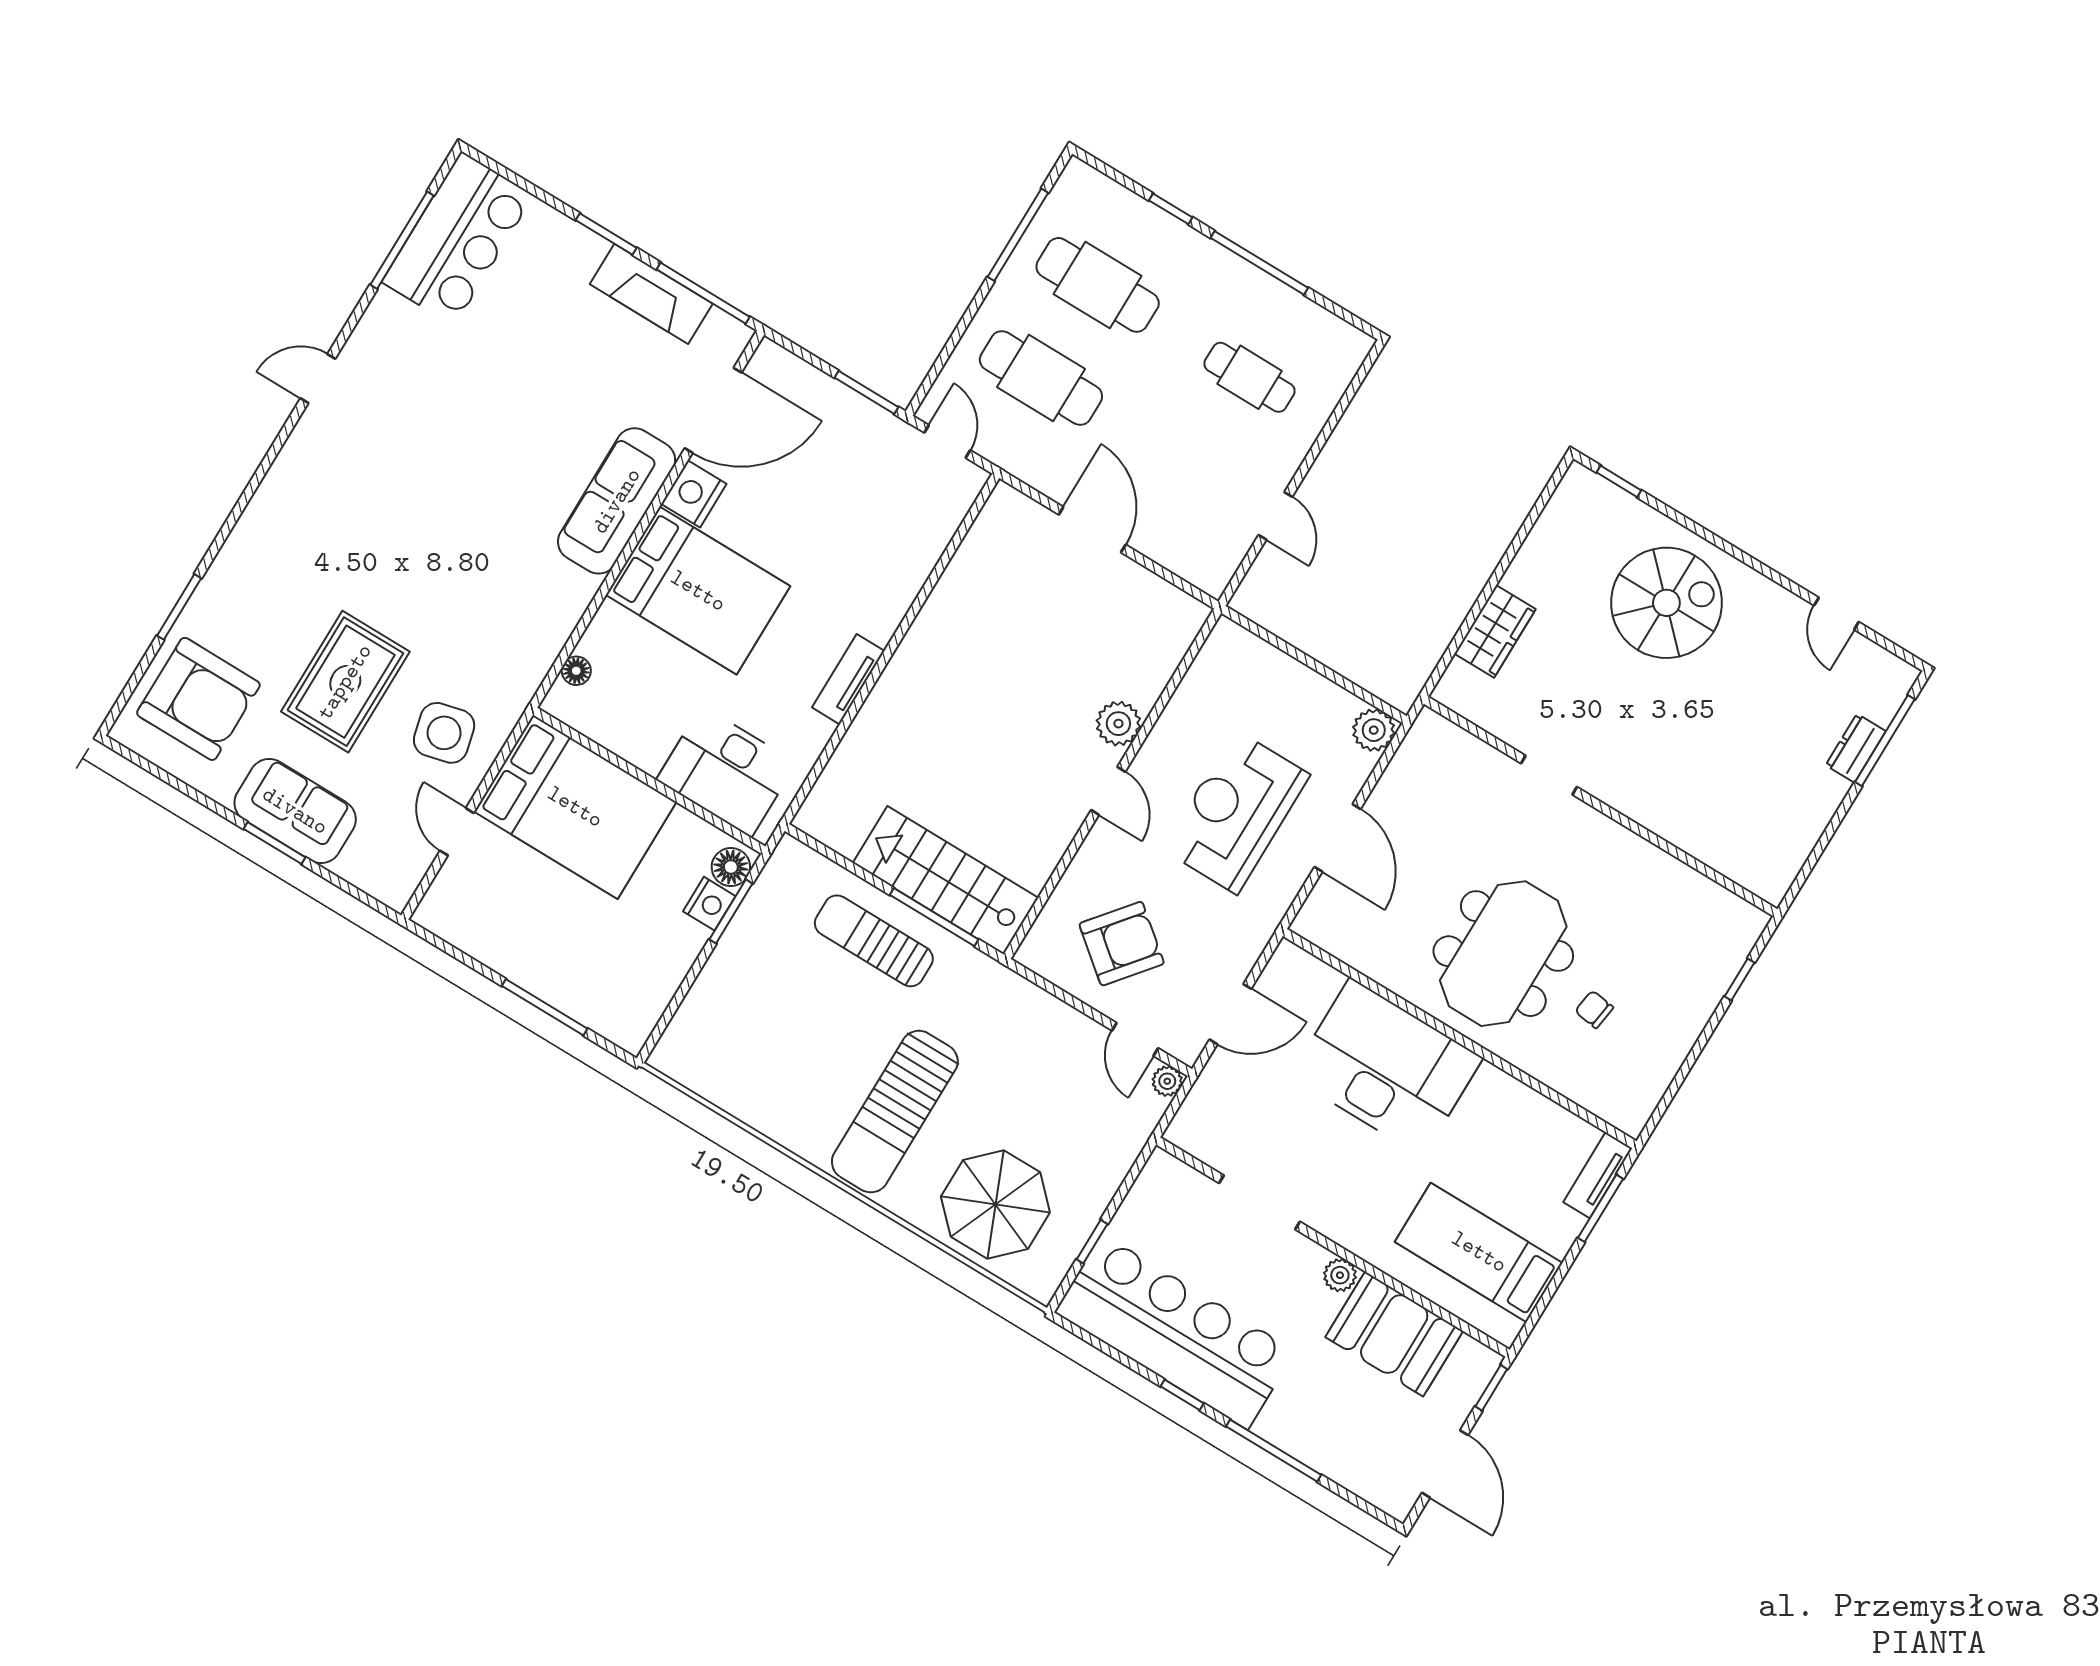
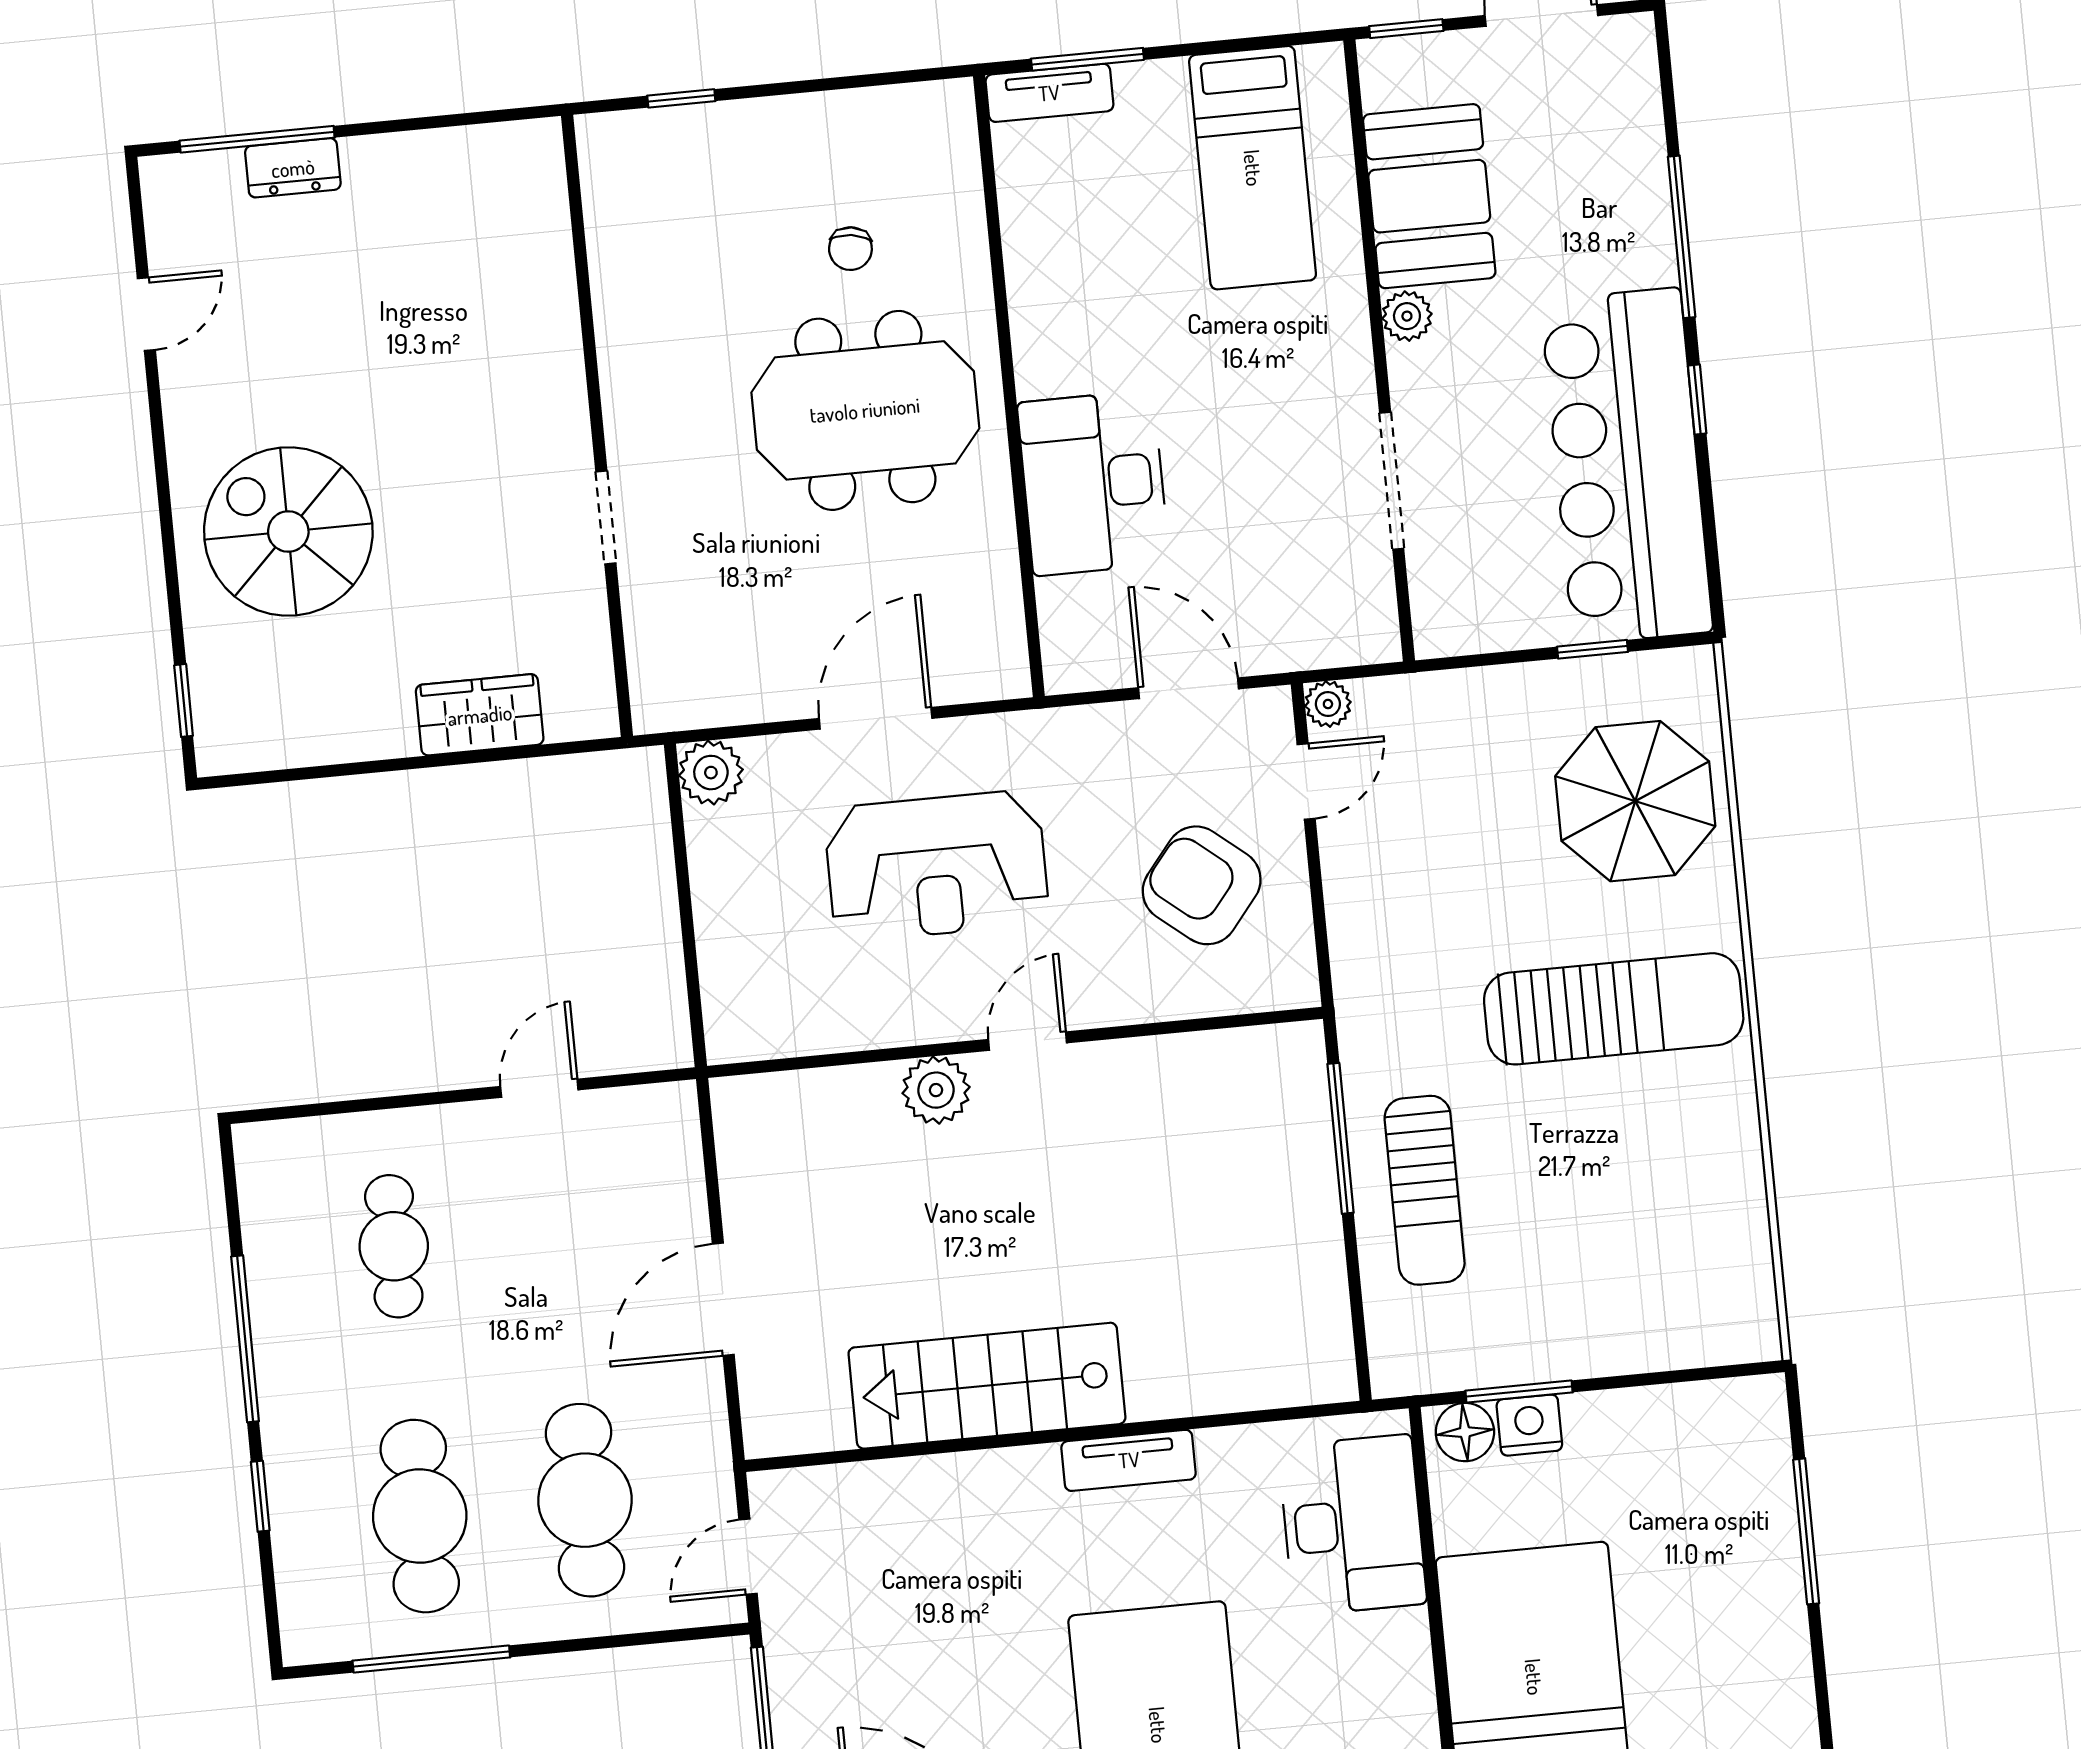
stairs: (946, 880) -> (987, 1386), moved, turned 90
desk: (1386, 1067) -> (1093, 483), width x0.73, depth x0.77

